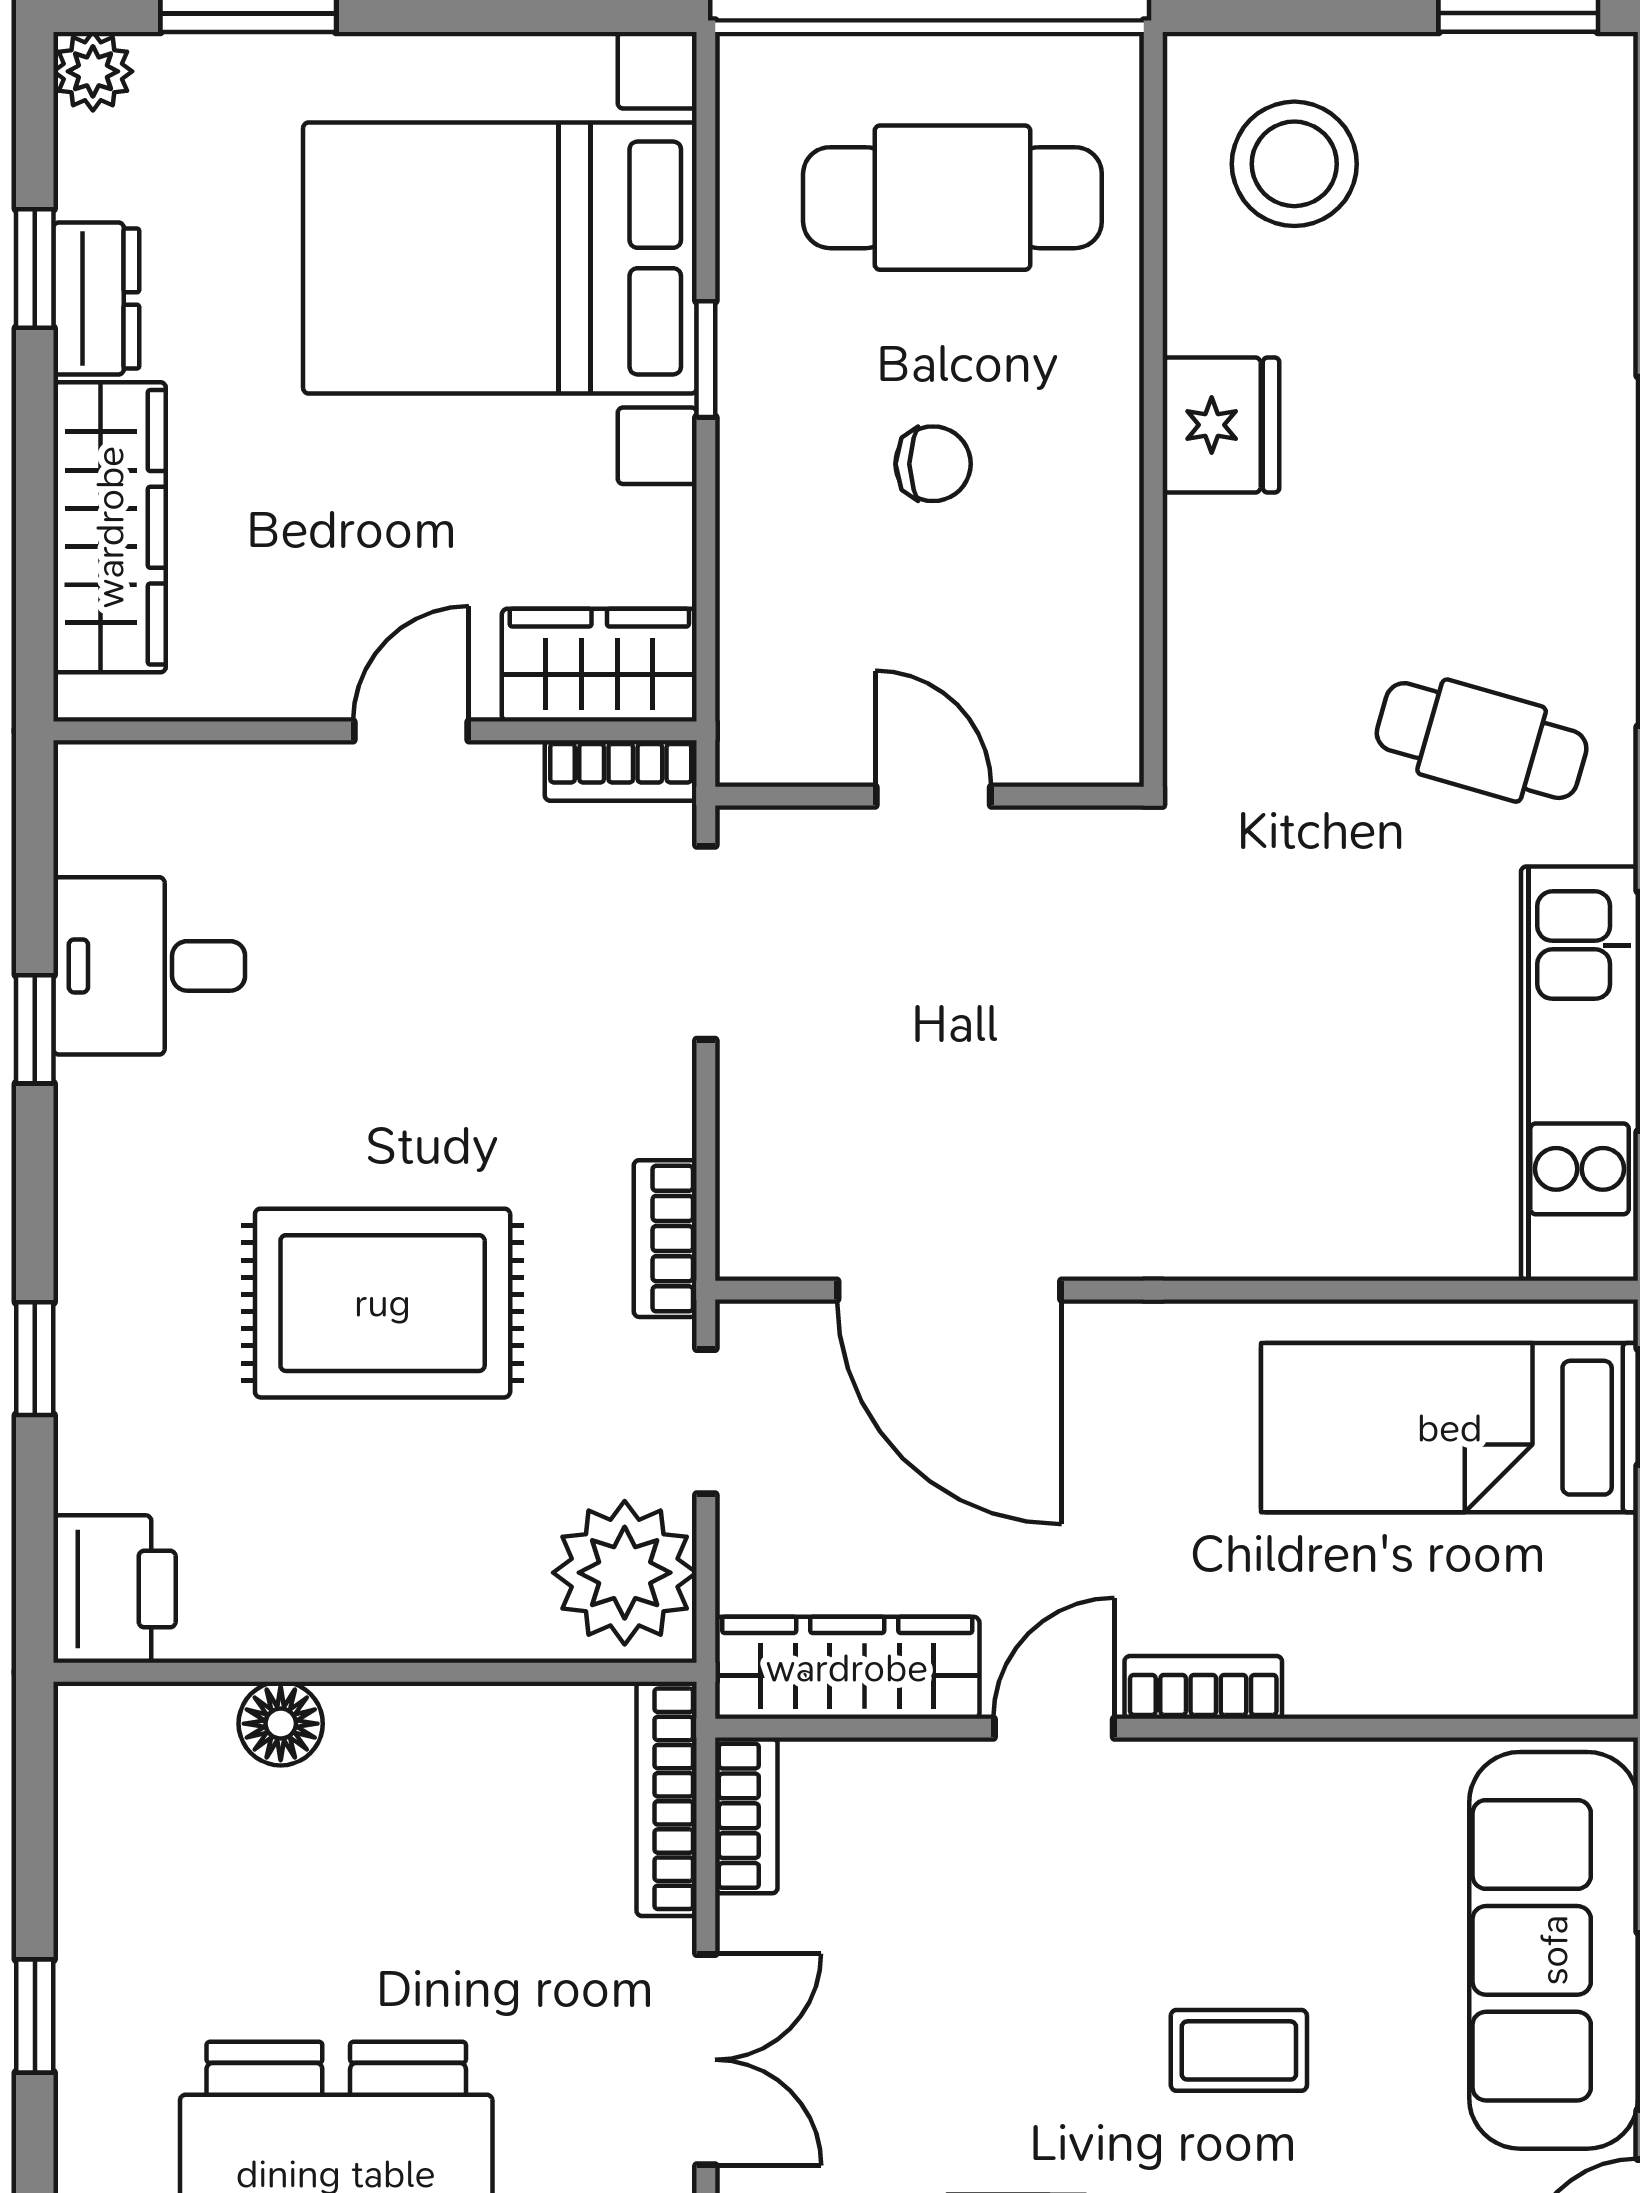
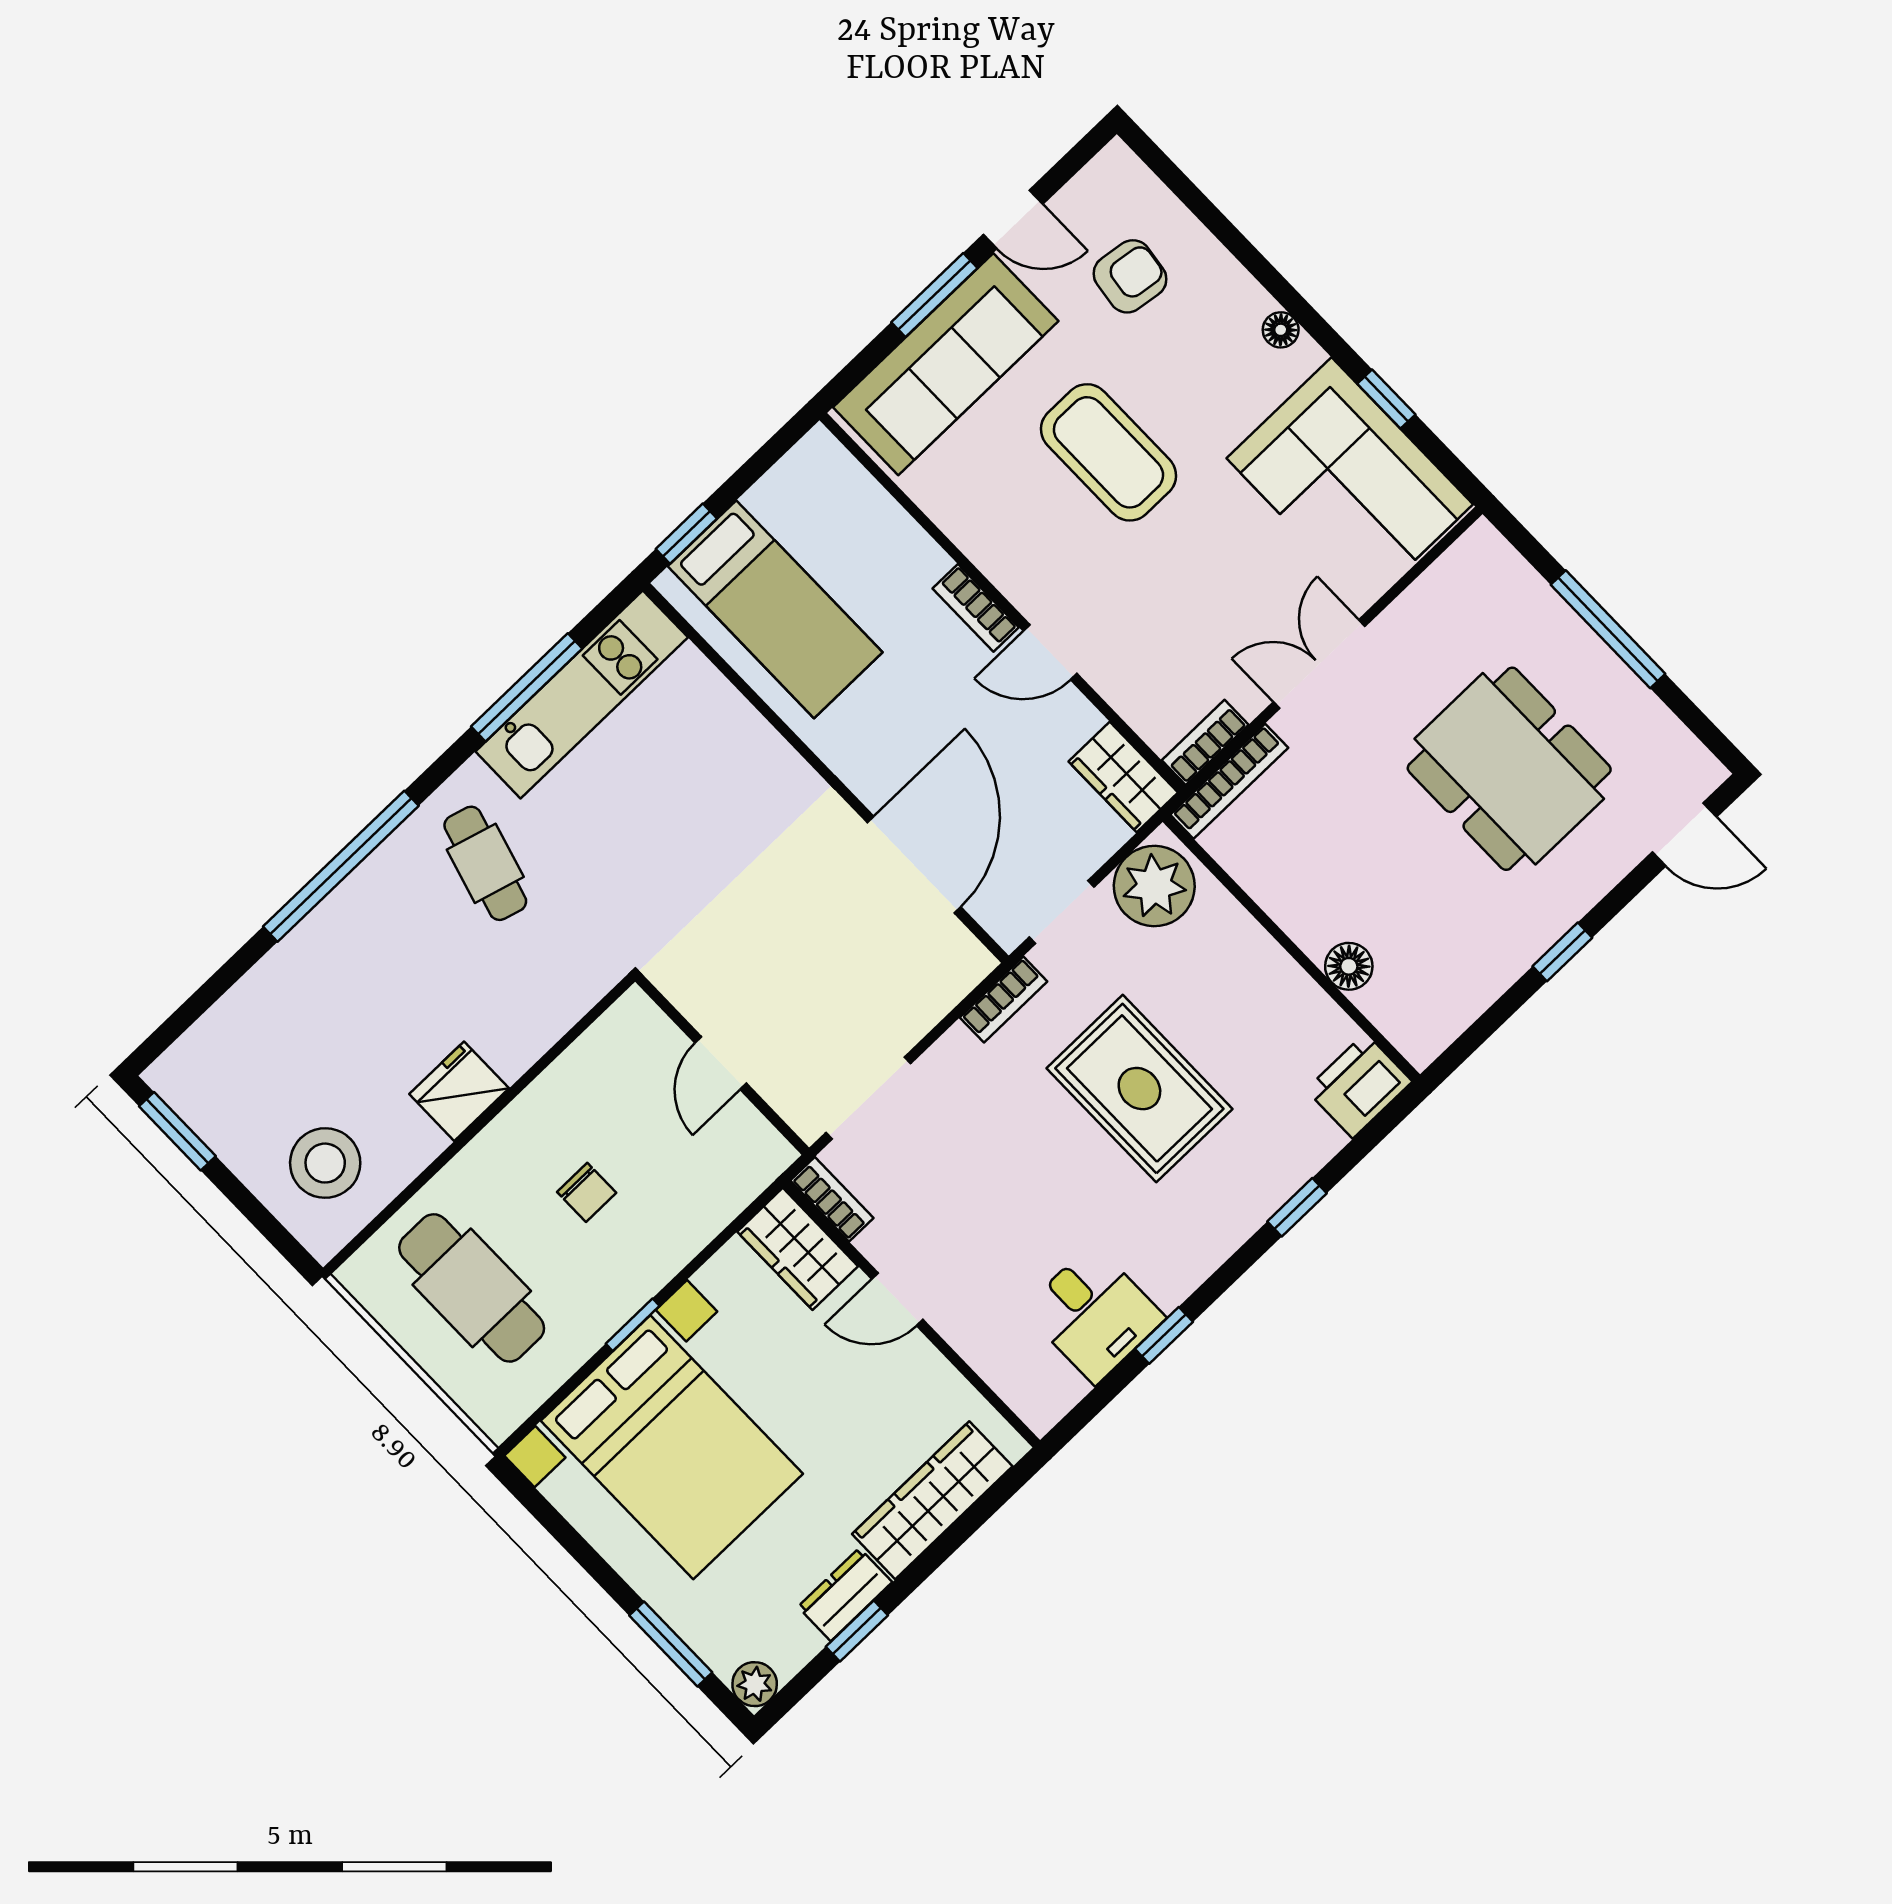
chair: (933, 464) -> (587, 1192), turned 180
wardrobe: (847, 1668) -> (1123, 777), width x0.67
coffee table: (1239, 2050) -> (1108, 452), width x1.86, depth x1.72

